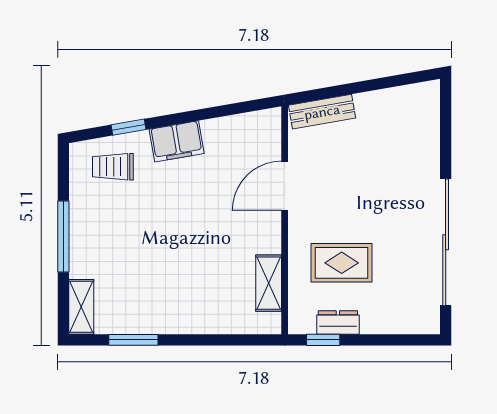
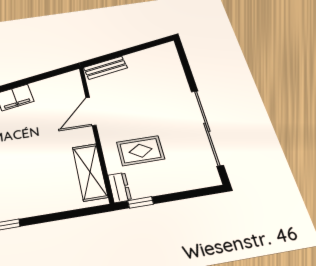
shelving: (269, 283) -> (90, 172), width x1.50, depth x1.33
dresser: (338, 323) -> (119, 187), moved, turned 90

